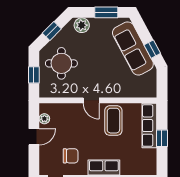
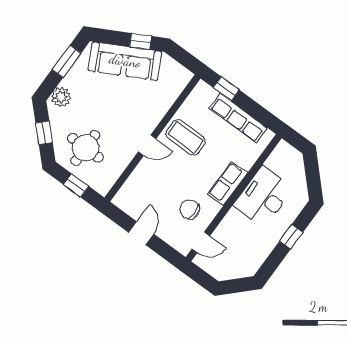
plant: (44, 119) -> (130, 208), removed
row of seats: (149, 126) -> (238, 118), moved
window: (162, 138) -> (226, 89), moved
chair: (71, 156) -> (190, 209), turned -90

